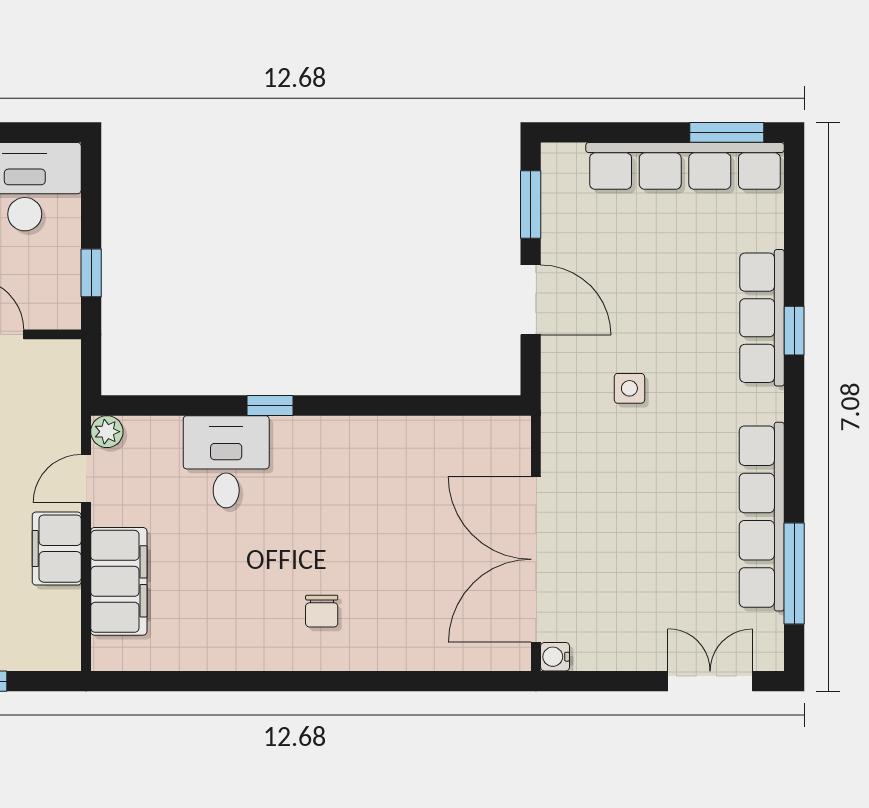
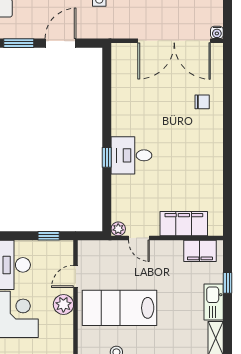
desk: (226, 462) -> (131, 155), moved
filing cabinet: (57, 549) -> (200, 251), moved
chair: (322, 611) -> (202, 102), moved

